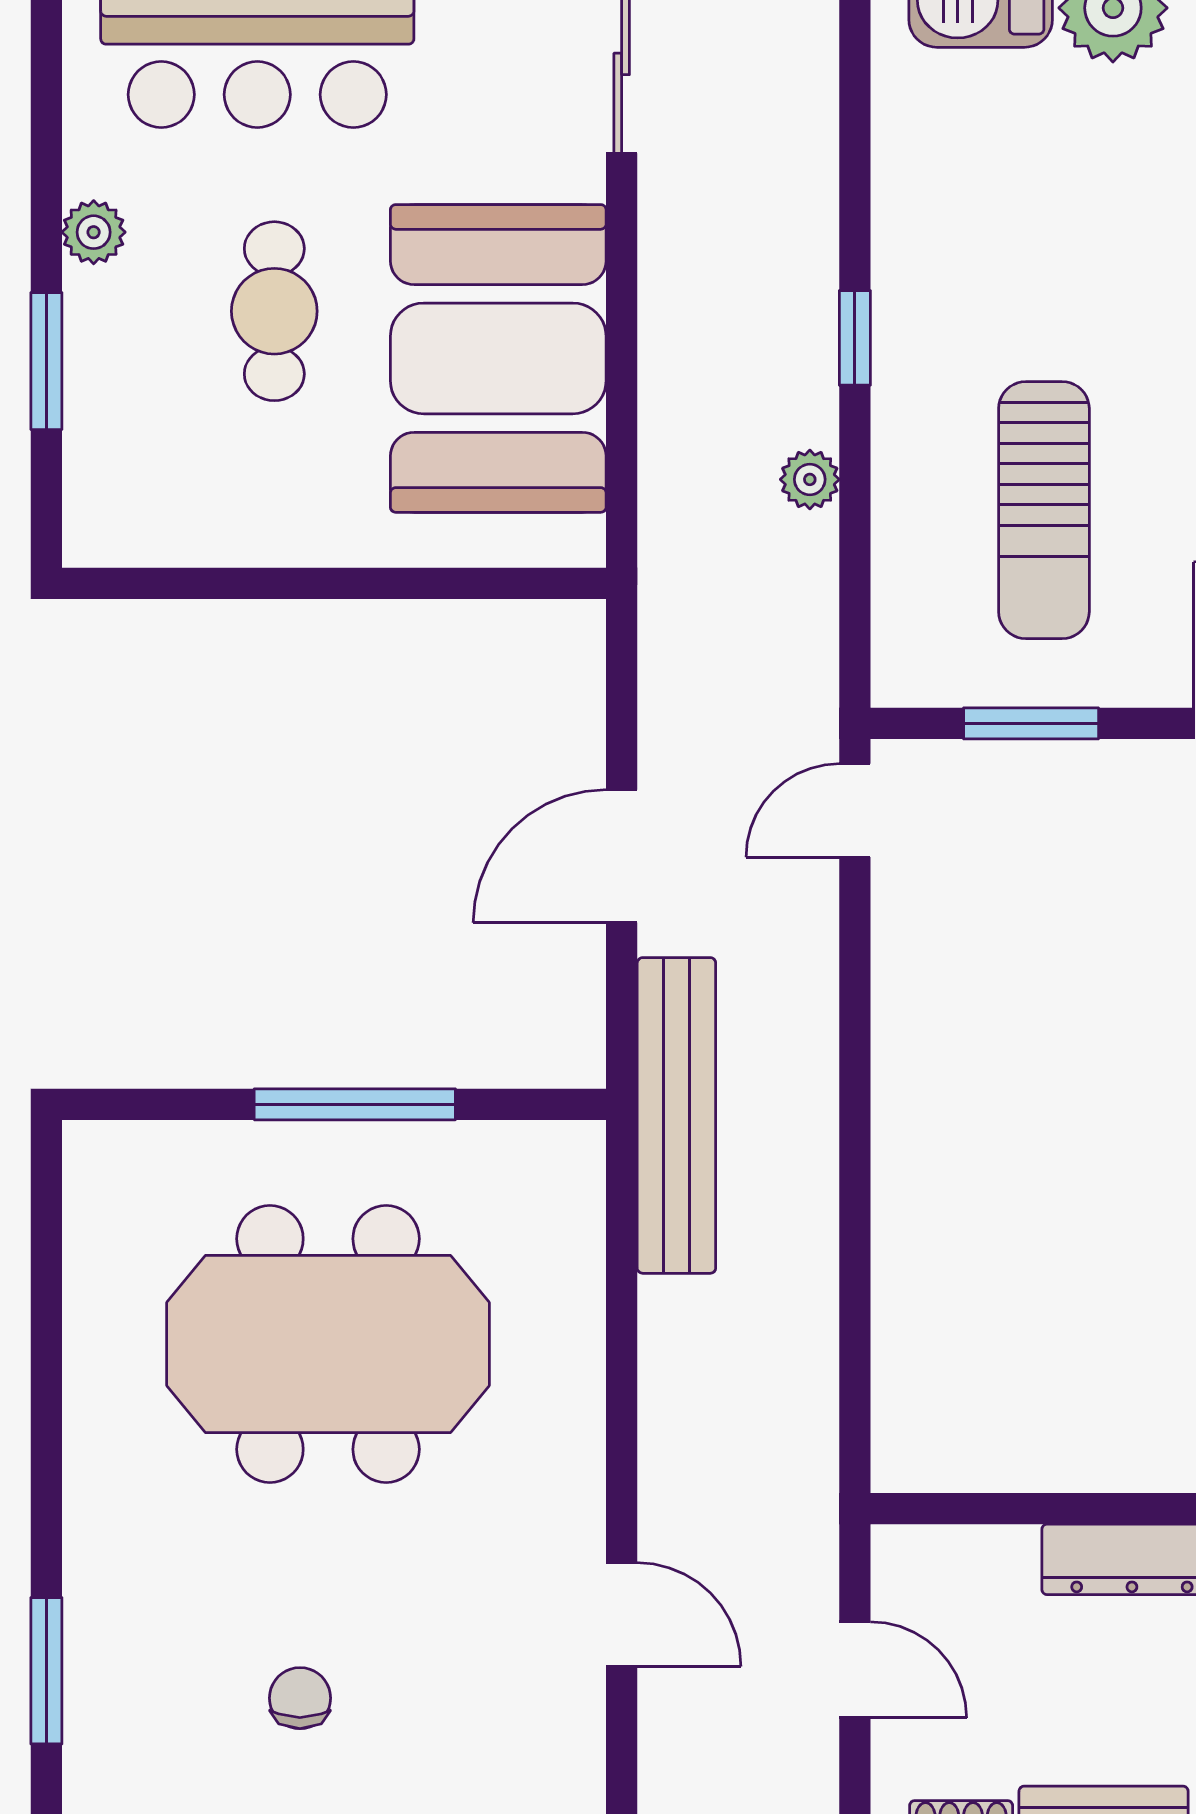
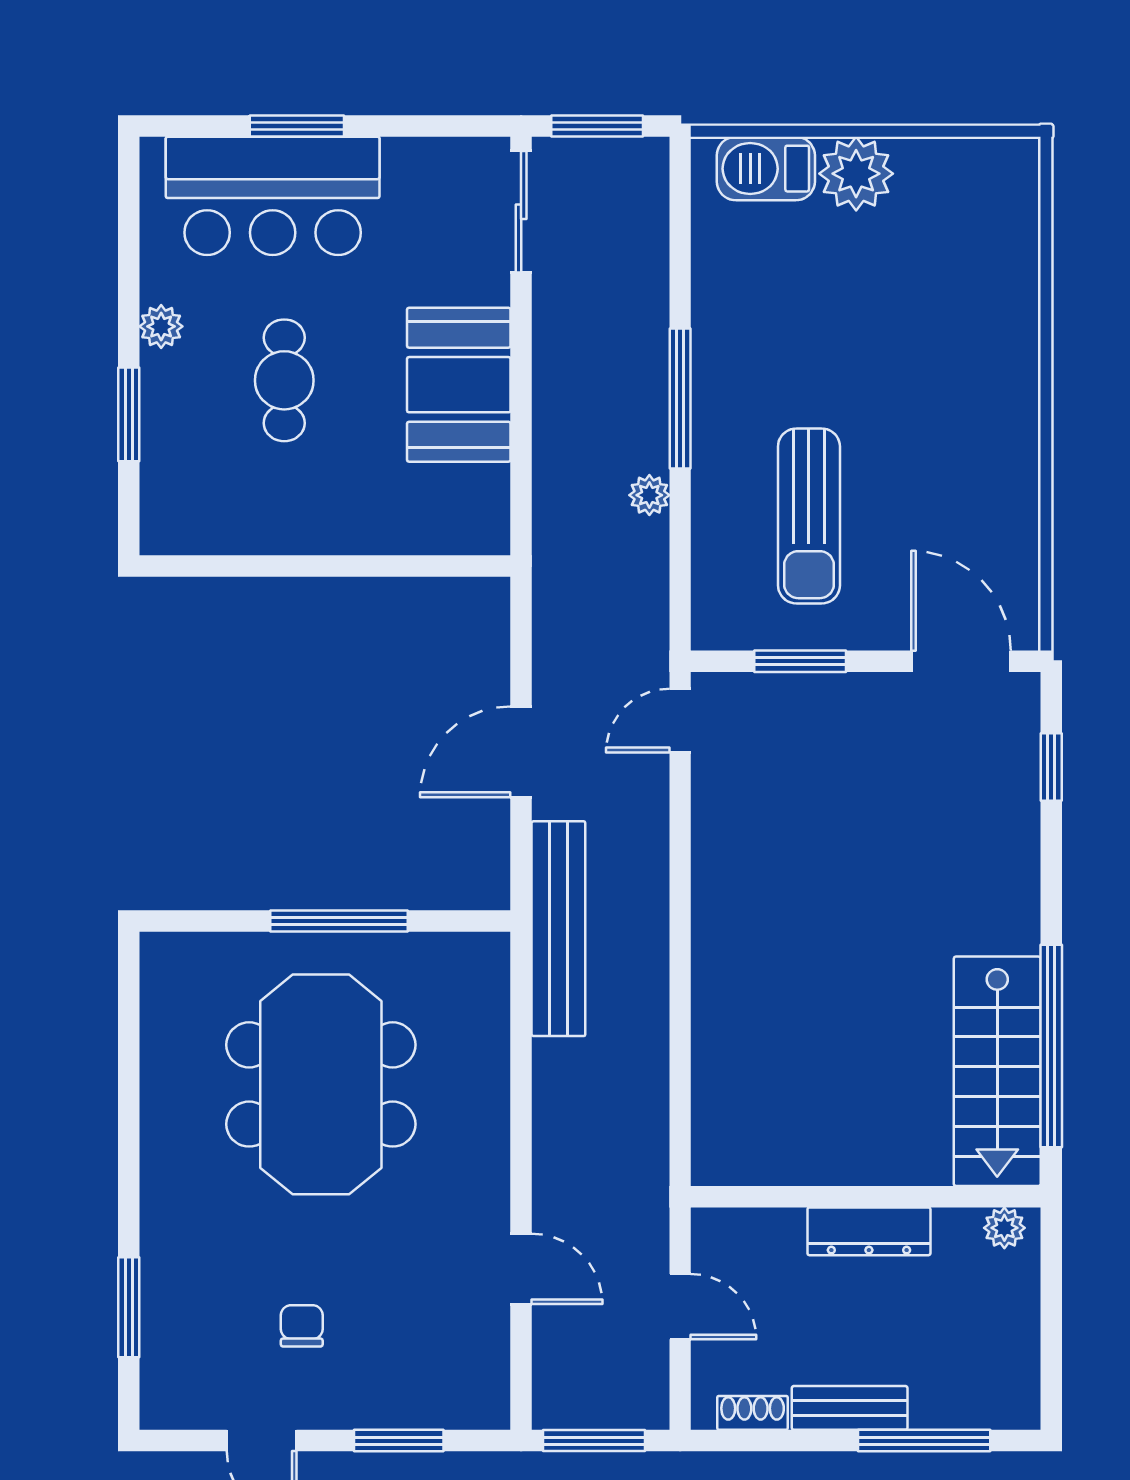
window: (855, 338) -> (680, 399), width x2.17
booth: (498, 358) -> (459, 385), width x0.73, depth x0.70
meeting table: (328, 1344) -> (321, 1084), turned 90

